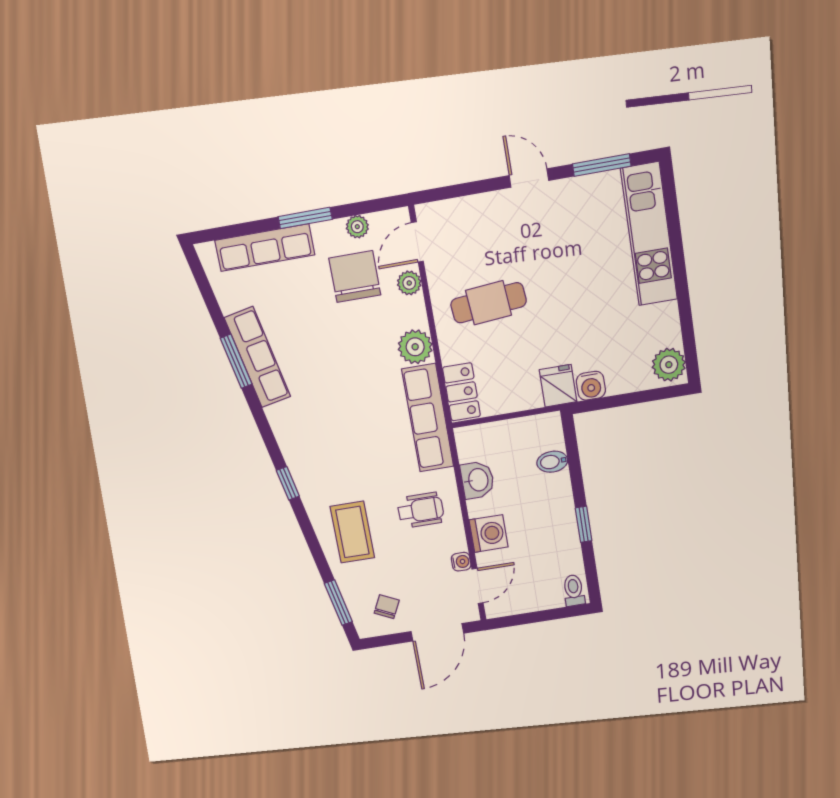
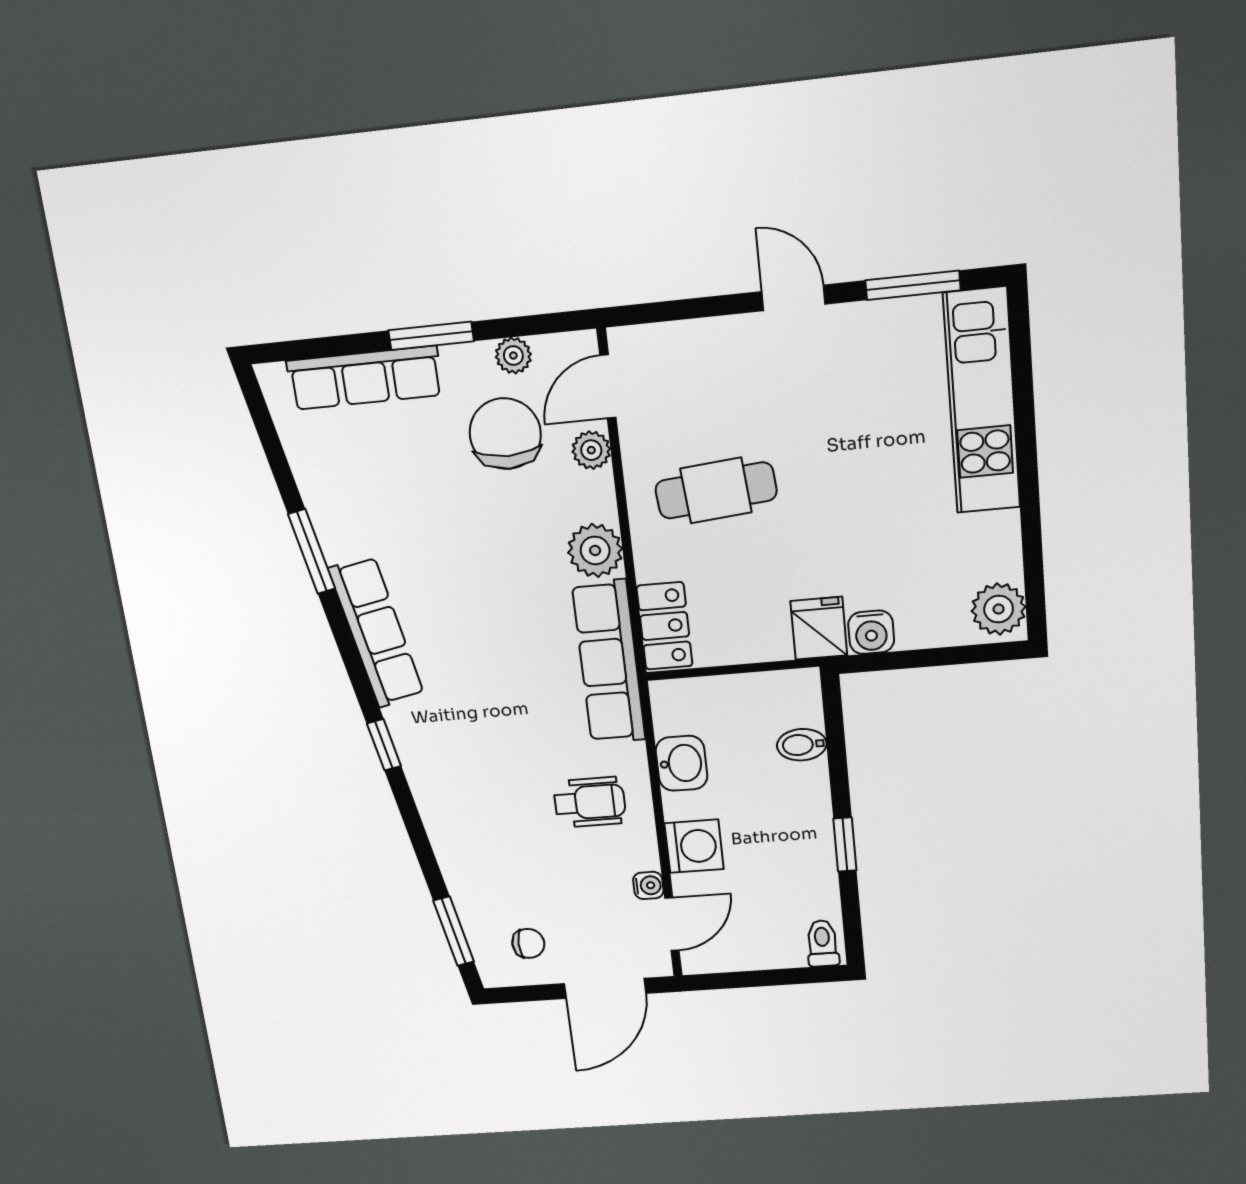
row of seats: (257, 357) -> (376, 632), moved
coffee table: (352, 532) -> (481, 827), removed
chair: (387, 607) -> (528, 943), turned 64

